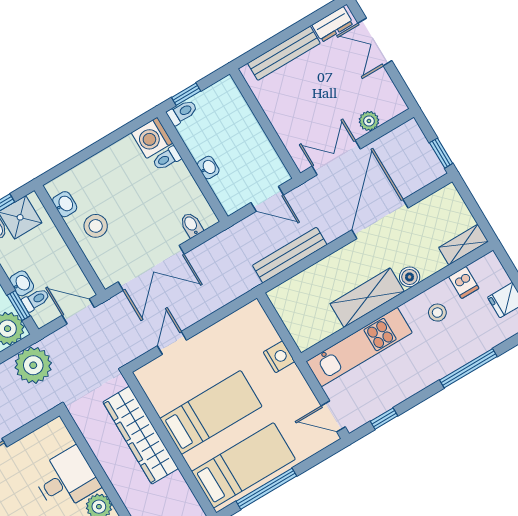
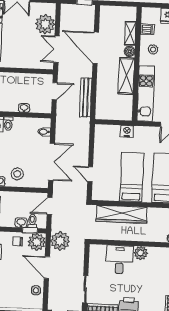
plant: (369, 121) -> (45, 24), width x1.88, depth x1.88
shelving: (463, 245) -> (130, 33), moved

